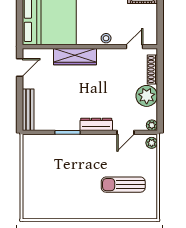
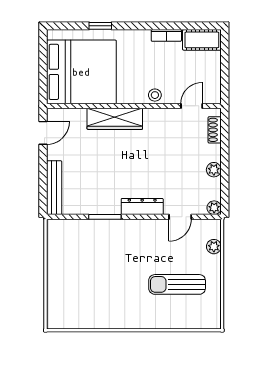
shoe rack: (152, 70) -> (215, 130), width x0.70
plant: (147, 96) -> (214, 170), width x0.53, depth x0.53
plant: (152, 143) -> (214, 247), moved

